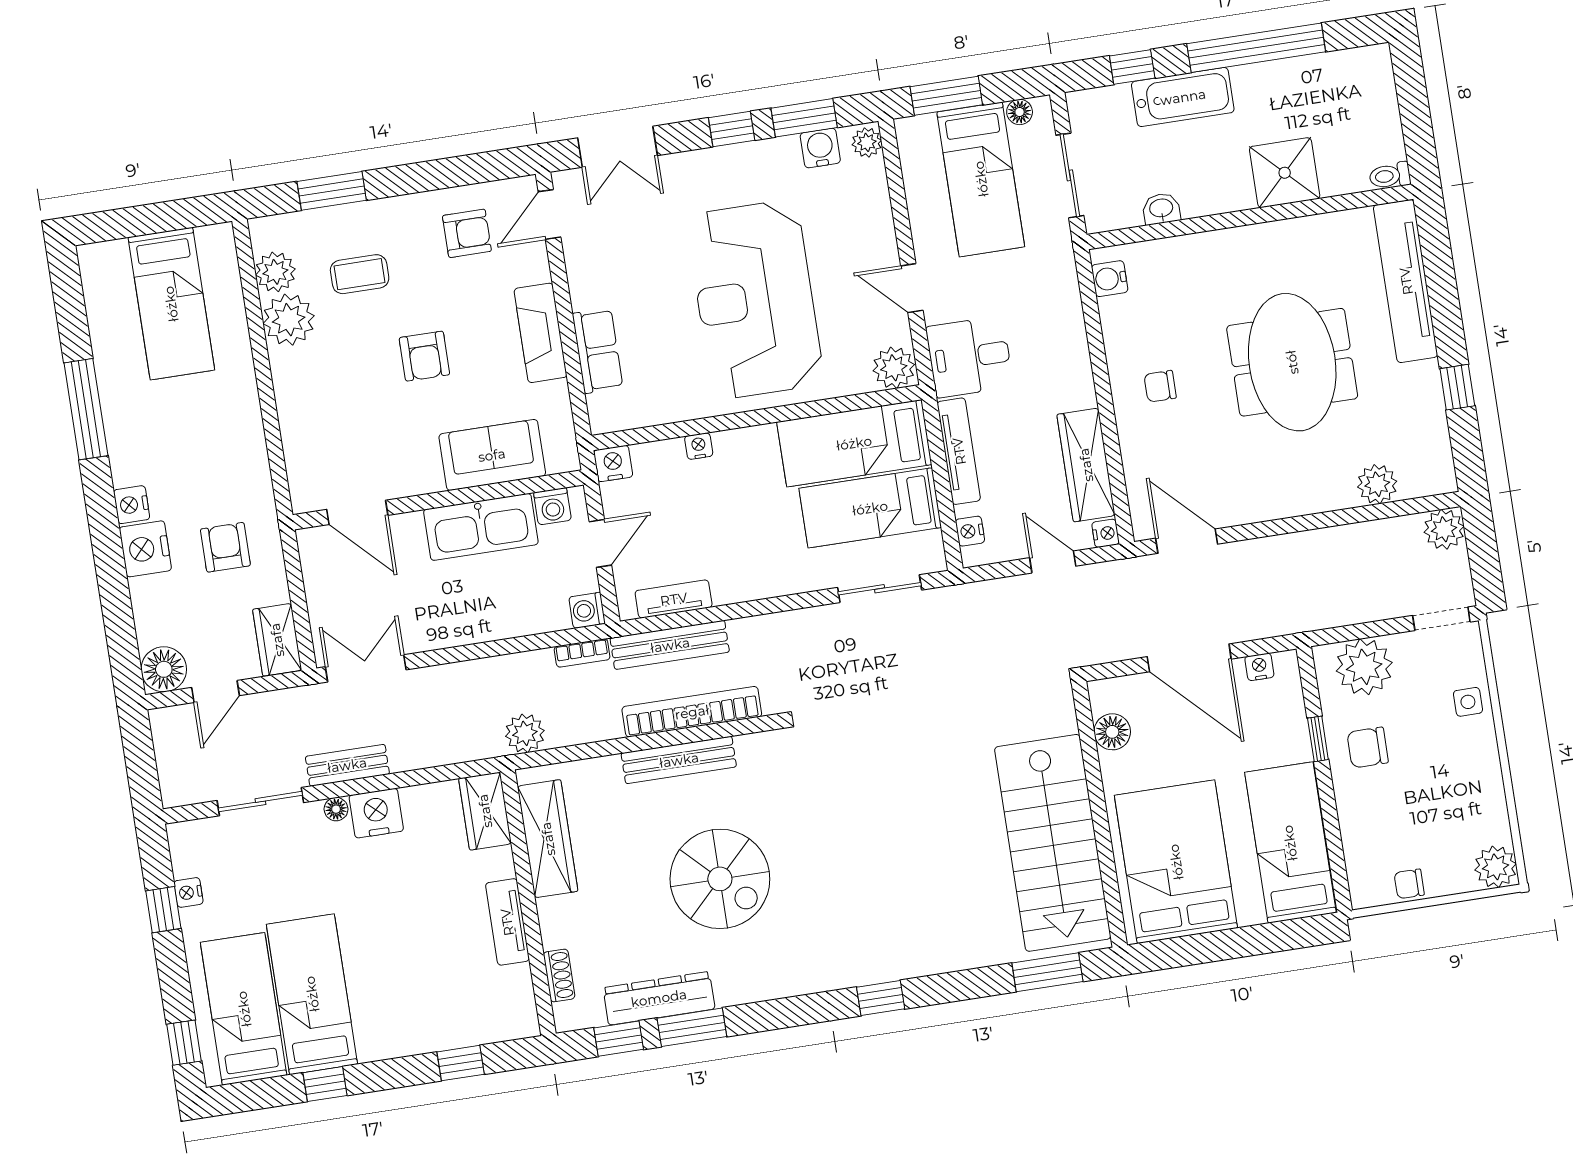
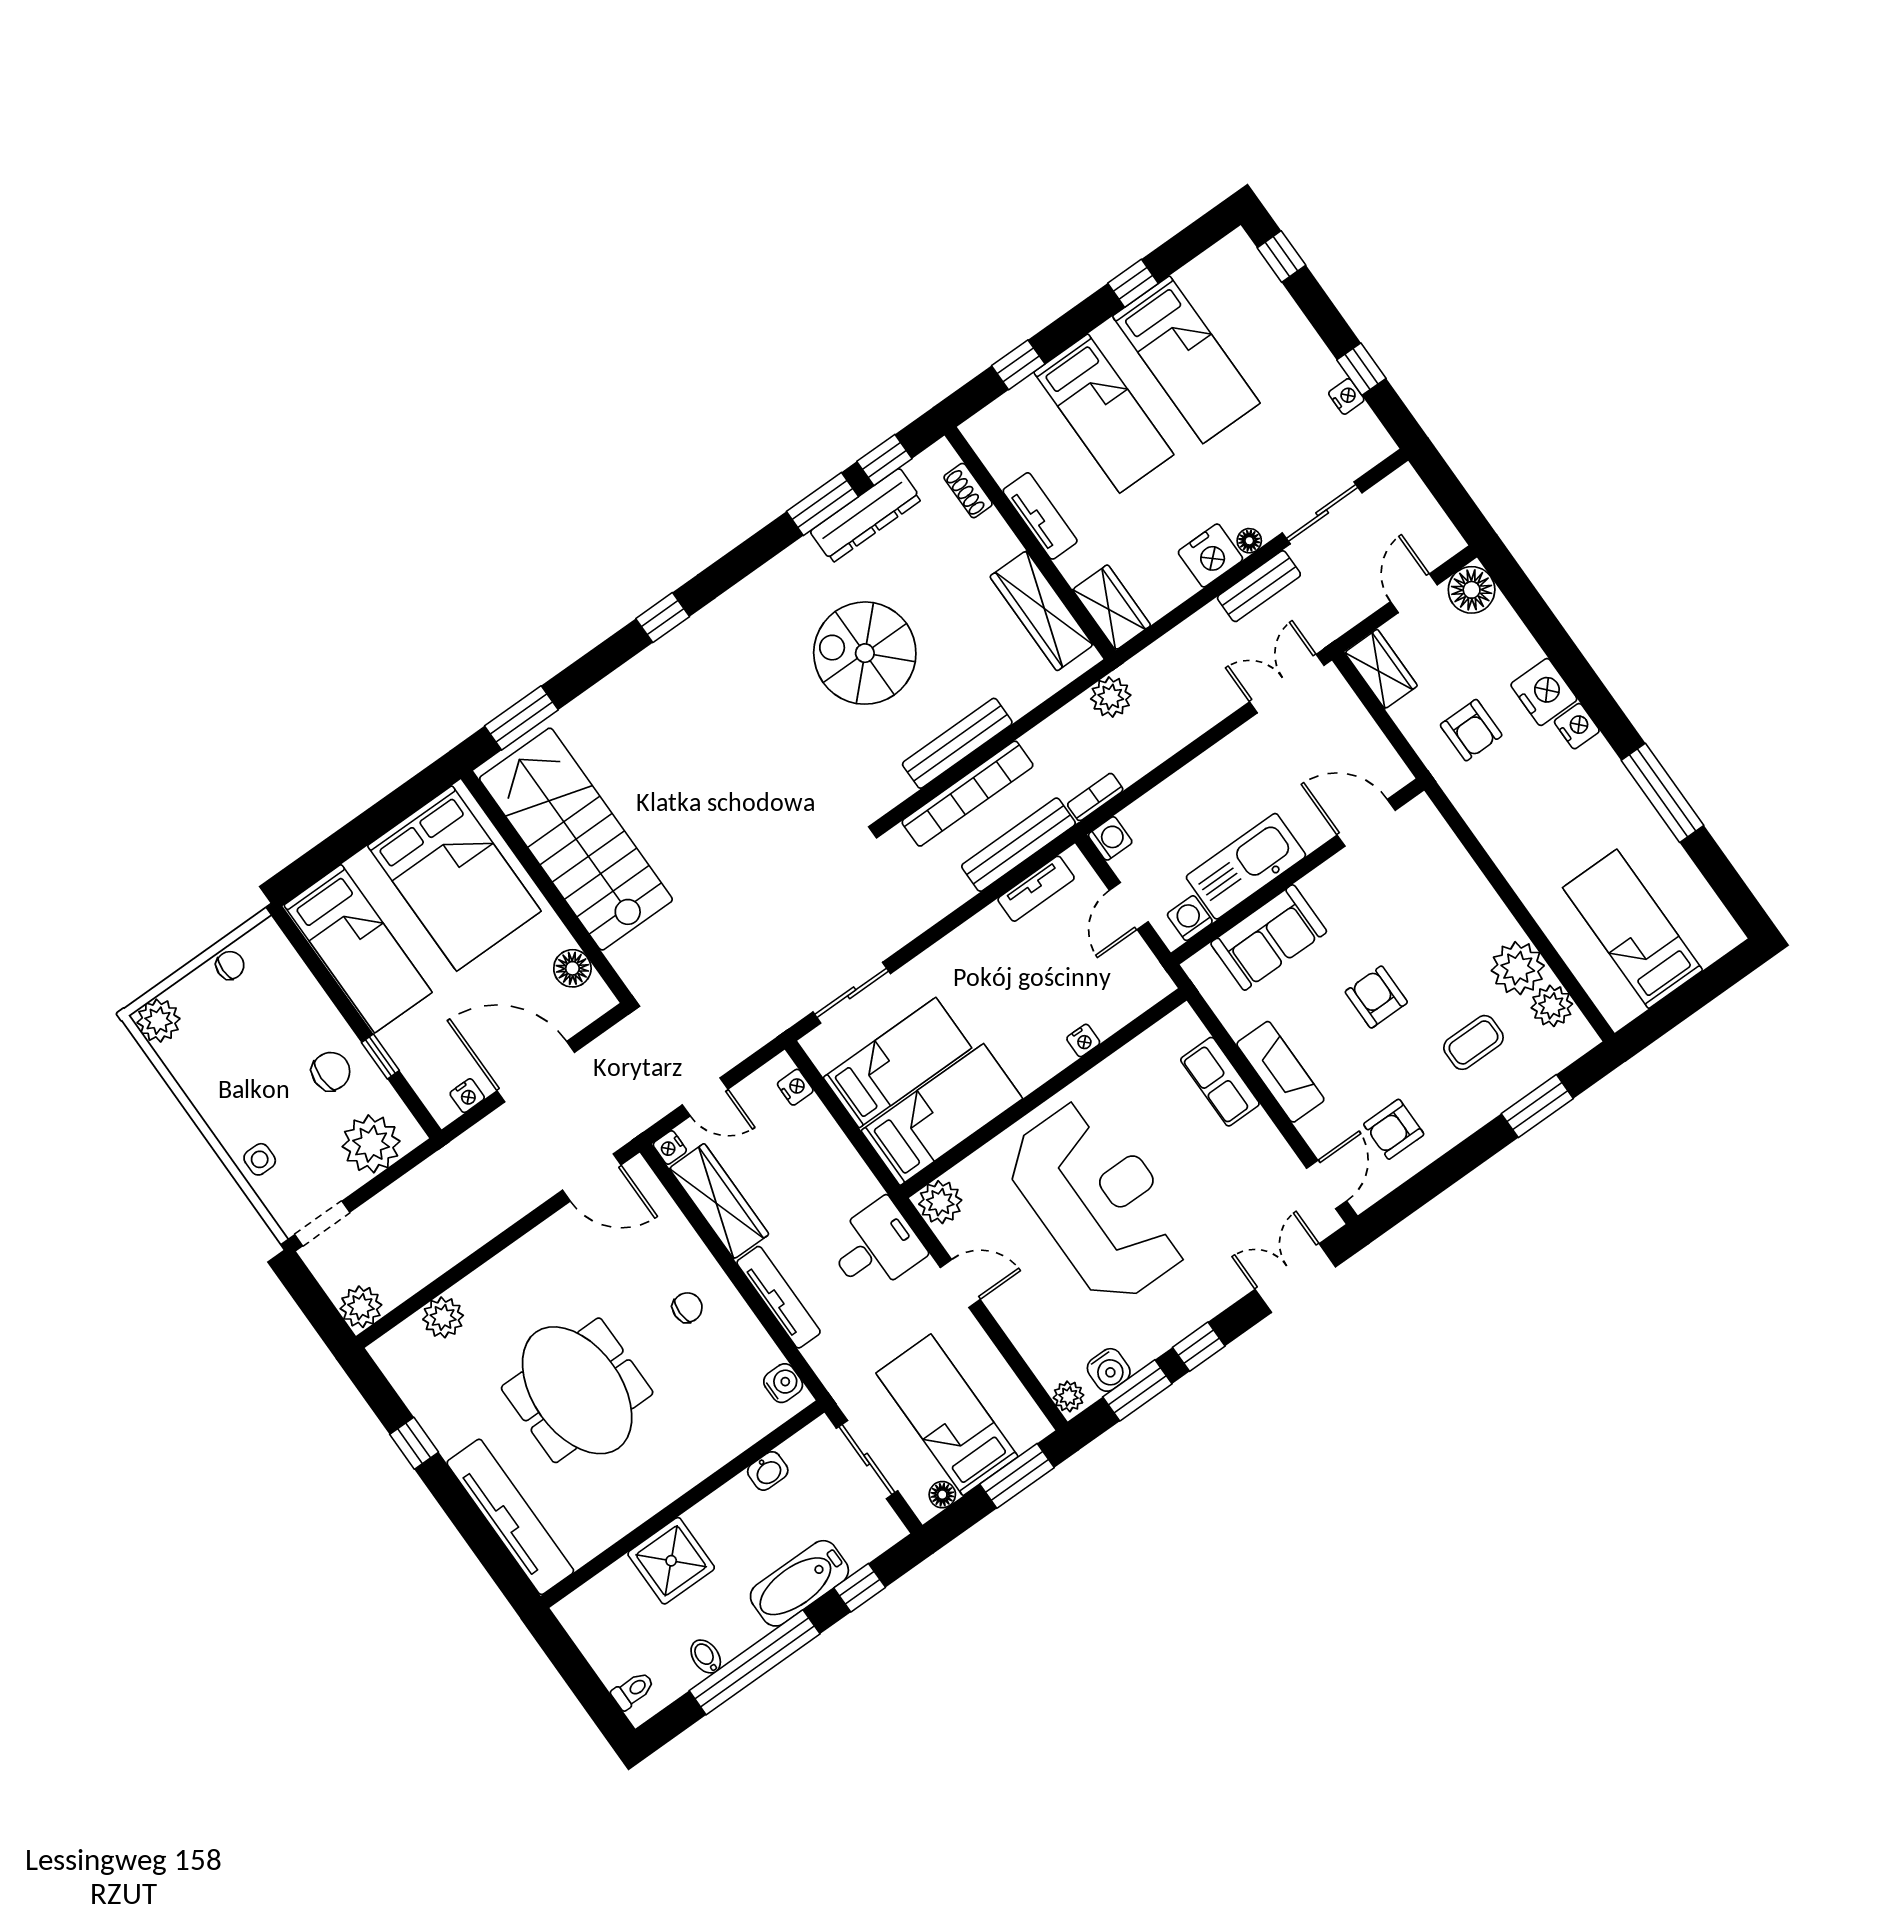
bidet: (1296, 74) -> (706, 1657), added
toilet: (1390, 176) -> (633, 1690), moved
tv unit: (959, 451) -> (779, 1297), moved, turned 180
nightstand: (613, 464) -> (1154, 985), removed
double door: (366, 668) -> (1287, 684), swing flipped
bed: (244, 1009) -> (1104, 413), moved

